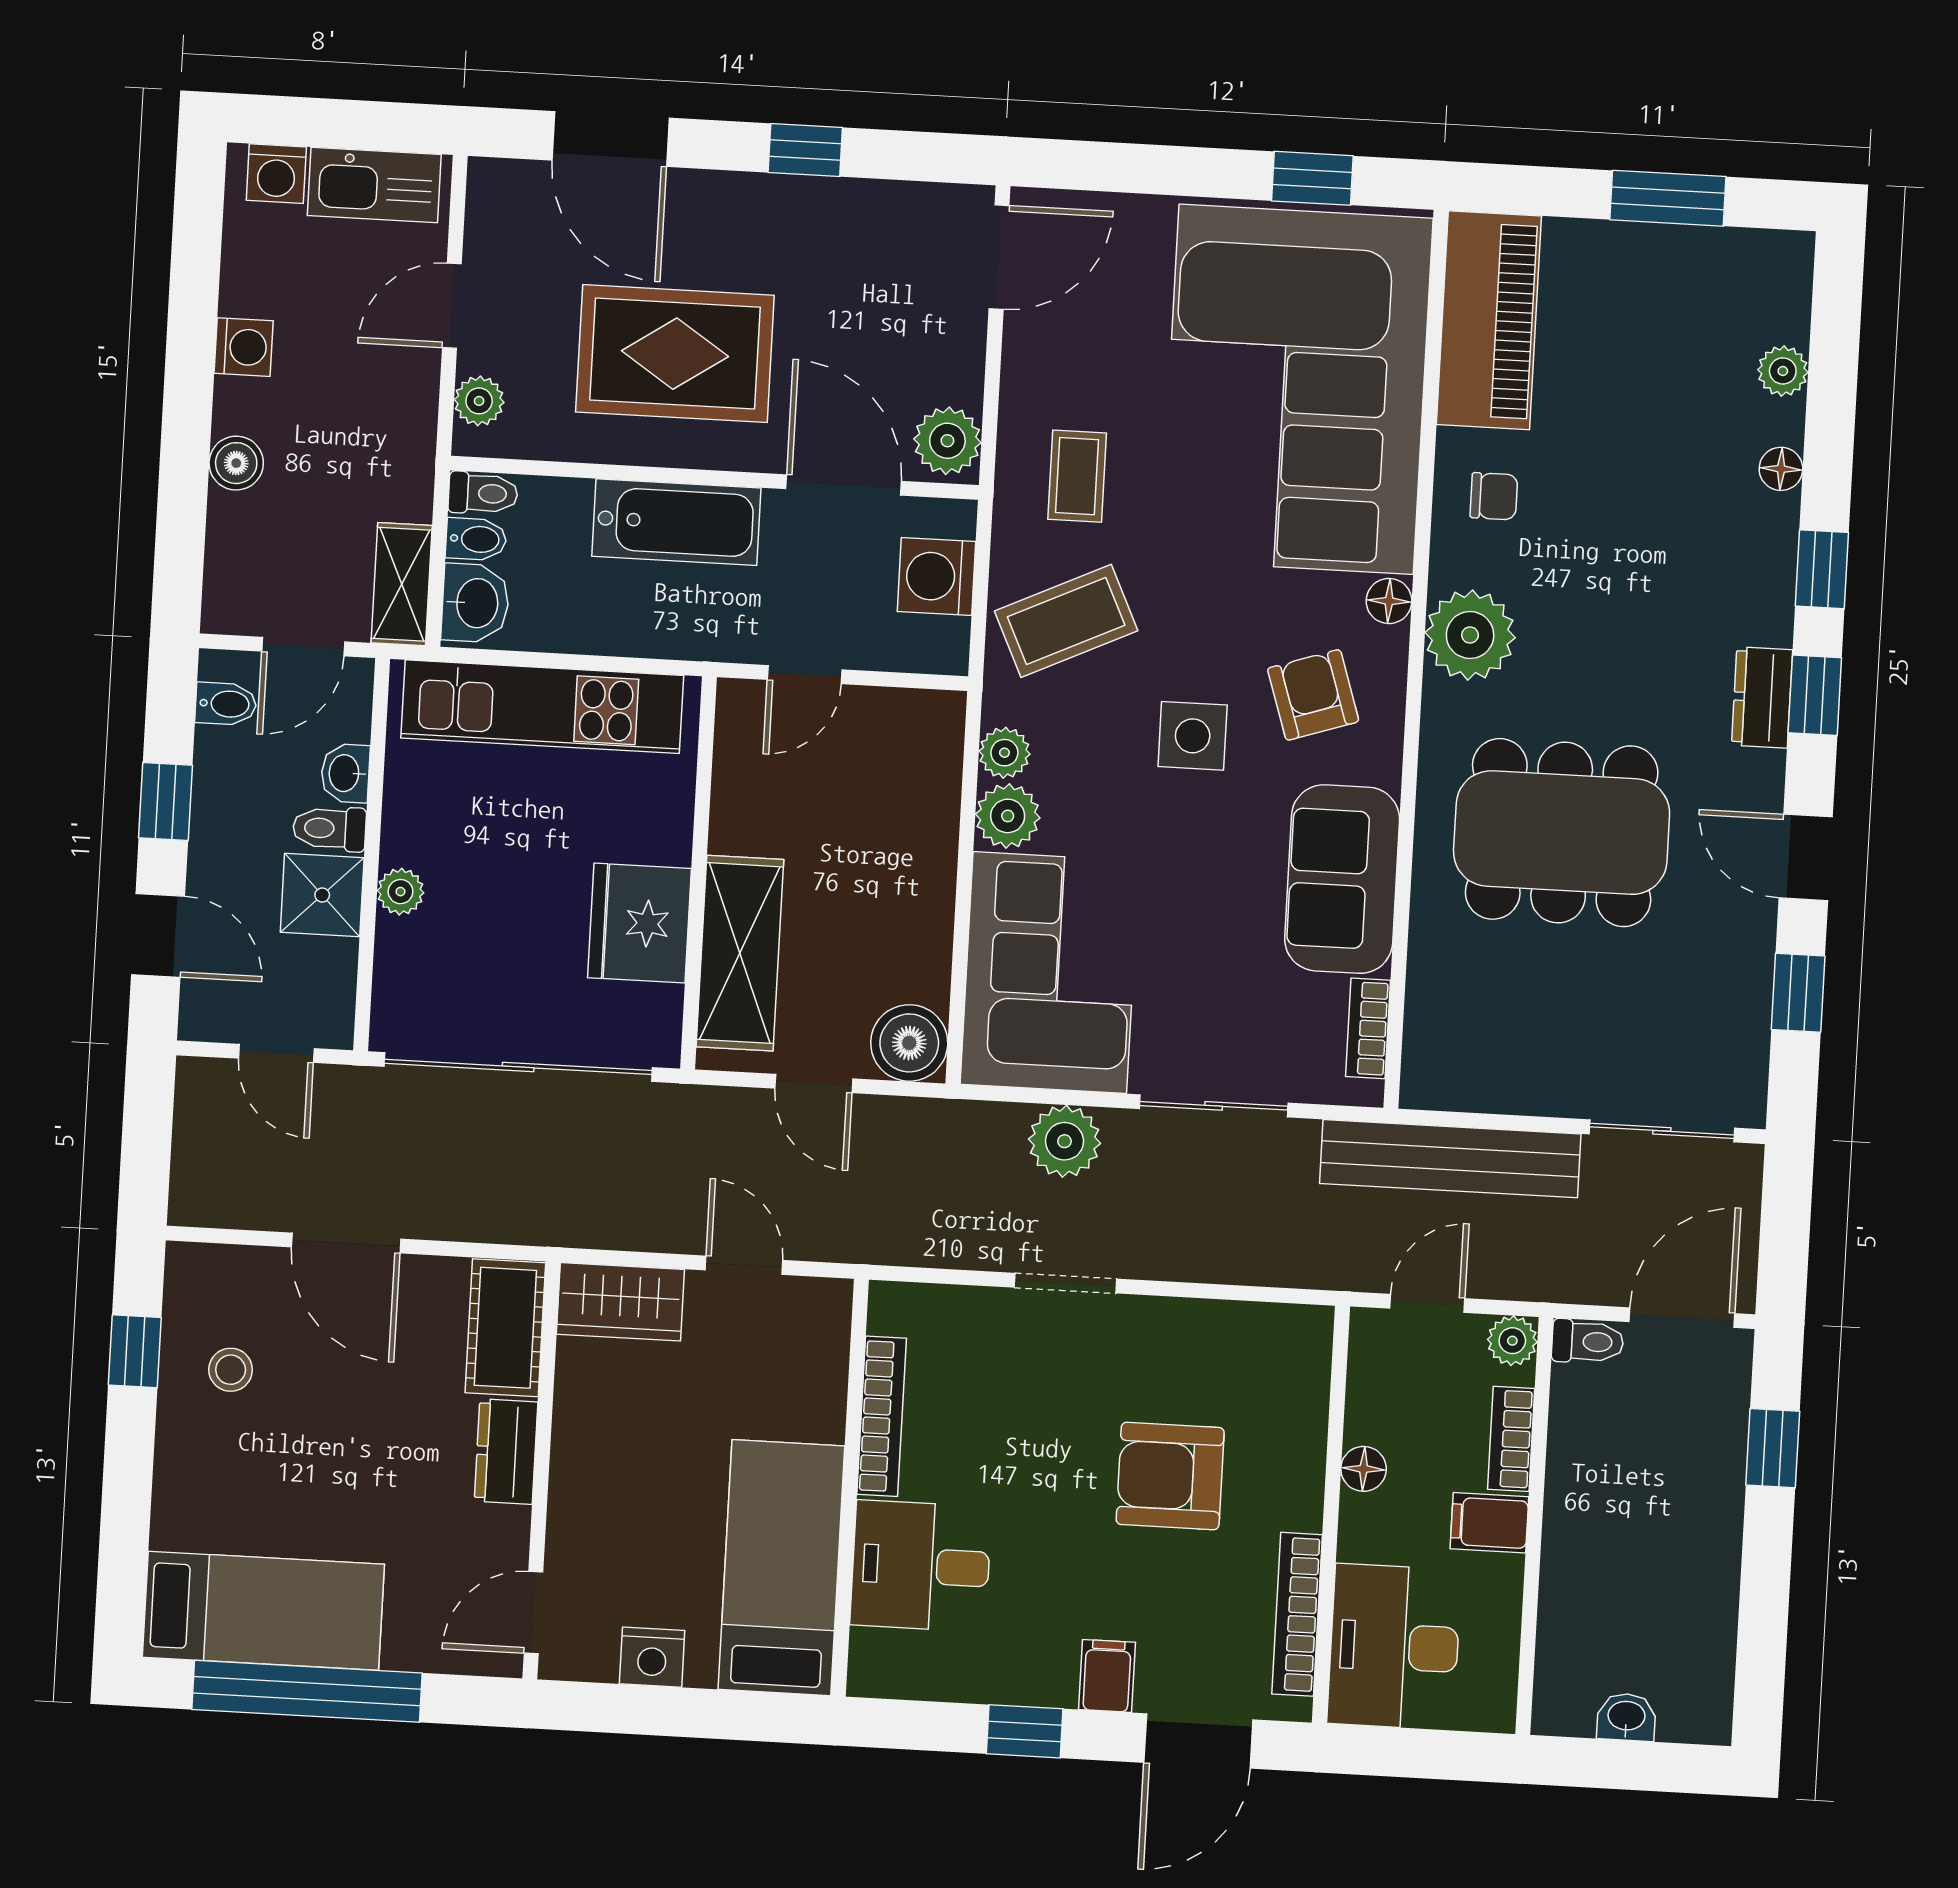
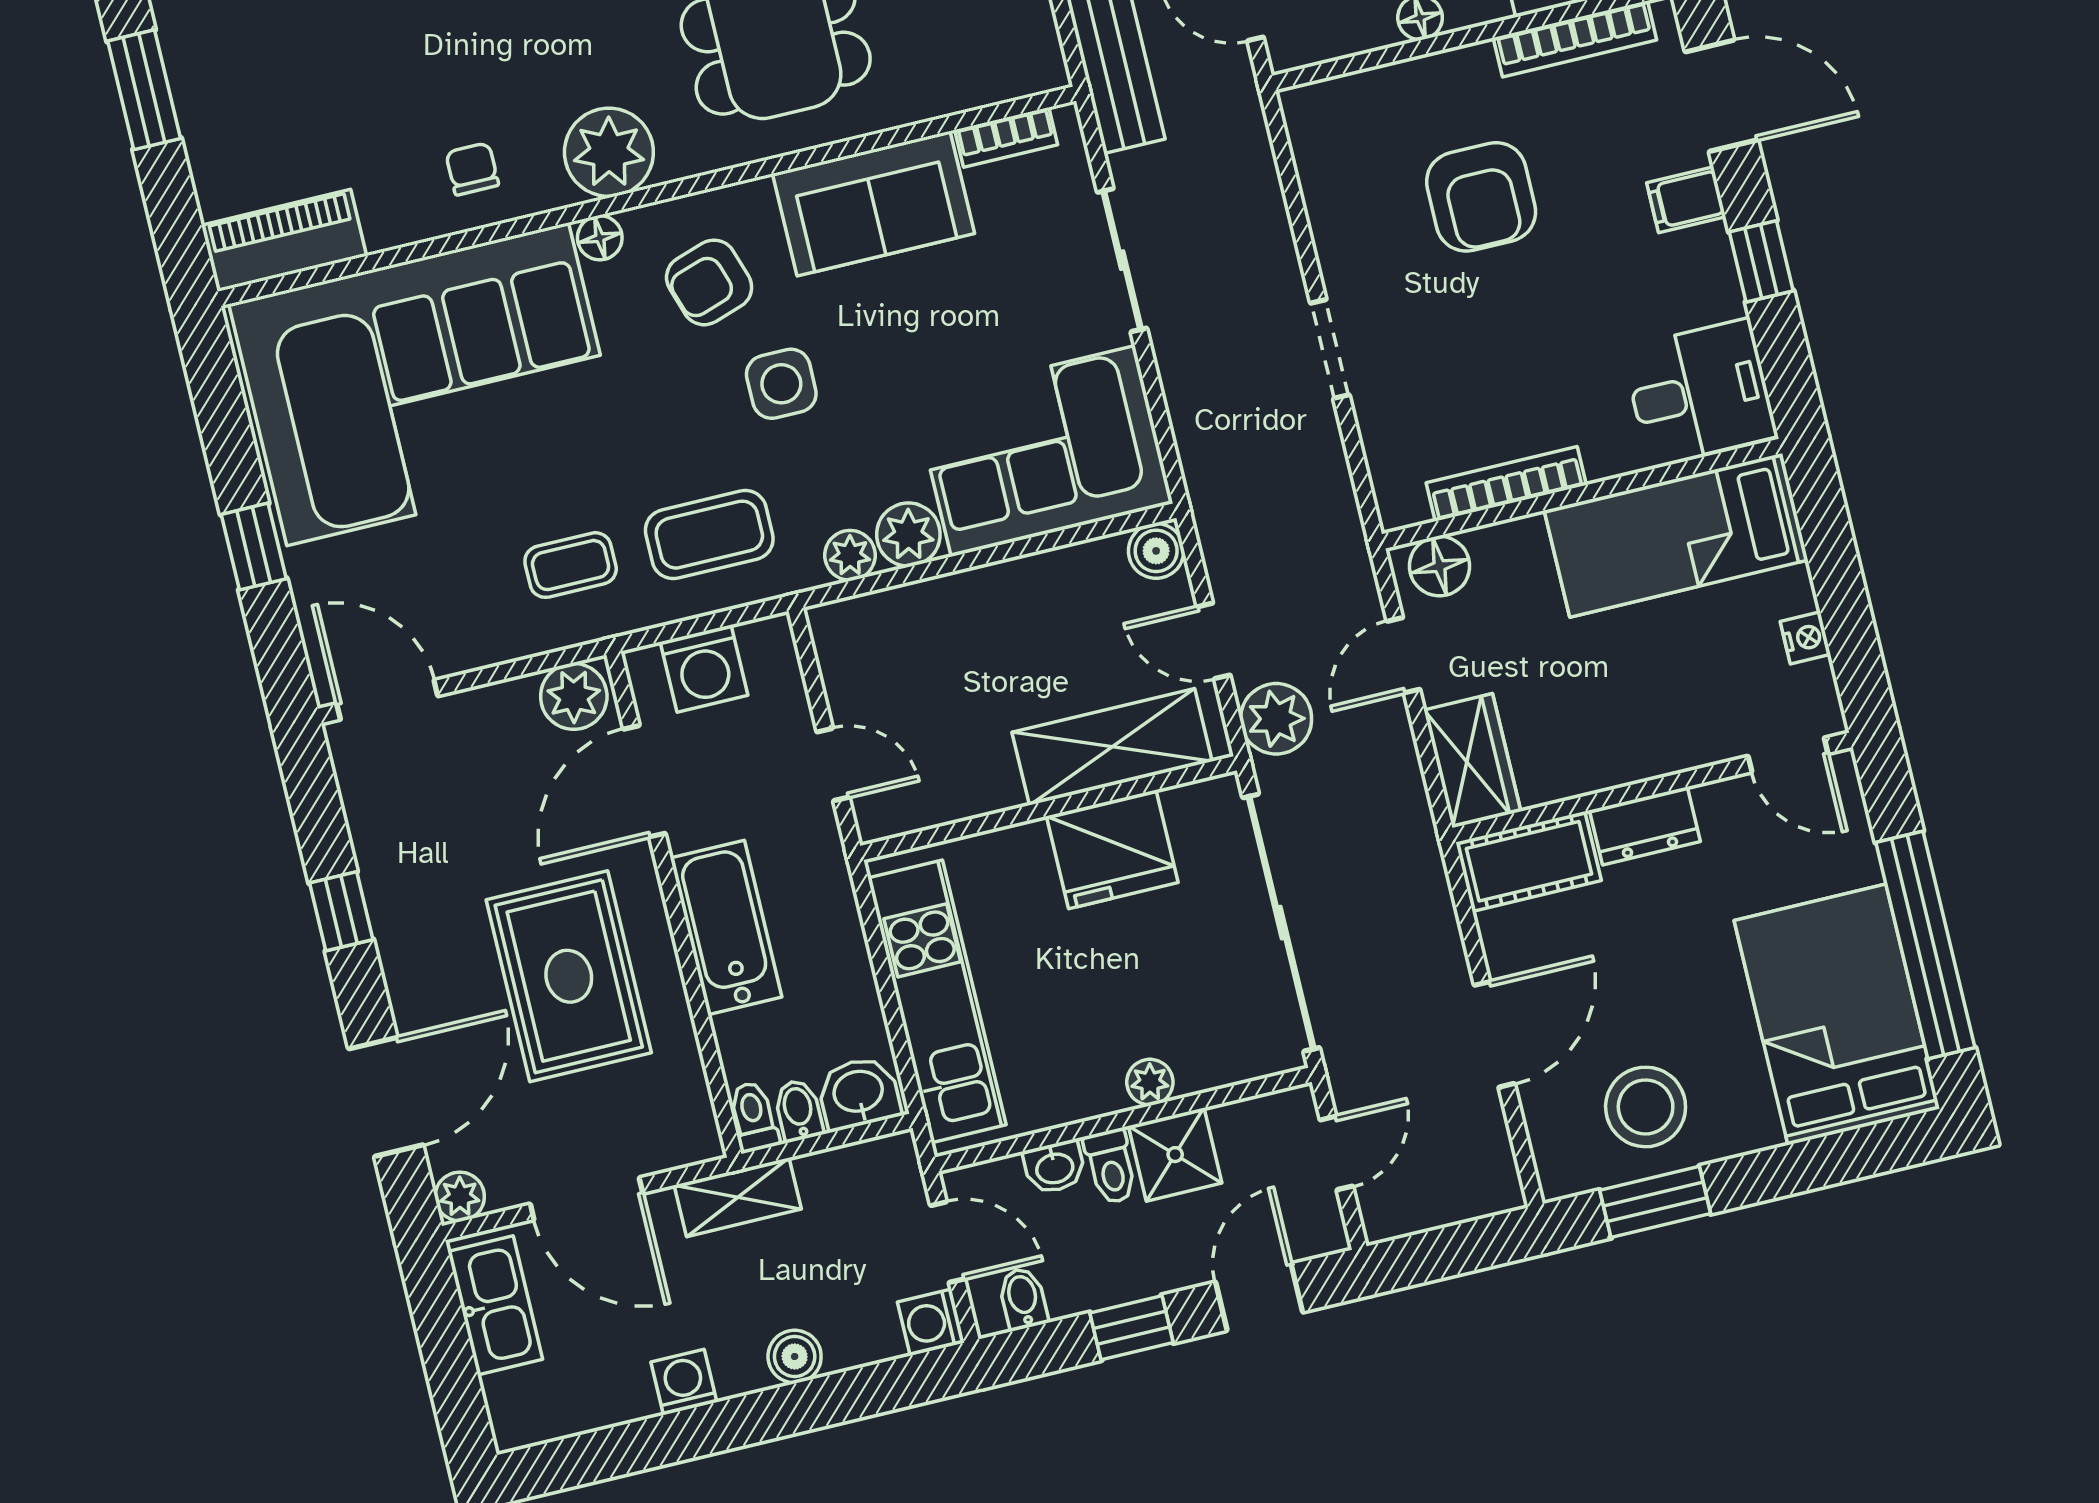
washing machine: (276, 174) -> (931, 1322), moved, turned 180
window: (1312, 178) -> (254, 547), moved
door: (452, 306) -> (587, 1199), width x1.38
piano: (1489, 320) -> (284, 241), width x0.73, depth x0.75
plant: (479, 401) -> (460, 1196), moved
shelving: (402, 584) -> (738, 1197), moved
coffee table: (1066, 621) -> (709, 535), turned -65
boiler: (909, 1043) -> (1156, 551), width x0.73, depth x0.73
door: (814, 1083) -> (1213, 641), swing flipped
plant: (1065, 1141) -> (1276, 719), moved
floor lamp: (821, 1327) -> (1440, 566), added
window: (135, 1351) -> (1655, 1202), width x1.50
stool: (231, 1370) -> (1646, 1107), width x1.89, depth x1.89
desk: (921, 1566) -> (1700, 392), moved, turned -90
bed: (263, 1611) -> (1837, 1015), width x1.50
nightstand: (652, 1657) -> (1805, 638), width x0.72, depth x0.74

